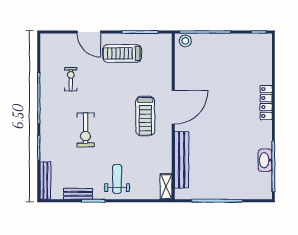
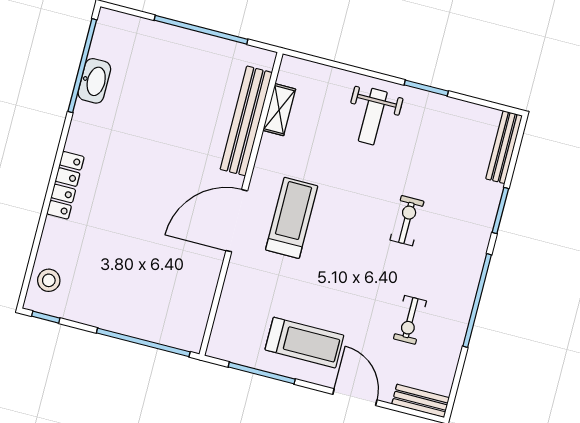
stool: (185, 41) -> (49, 280), moved
exercise bike: (86, 130) -> (407, 221), width x0.73, depth x0.72
shelving: (166, 187) -> (279, 110), moved
bench: (78, 194) -> (421, 401), moved

